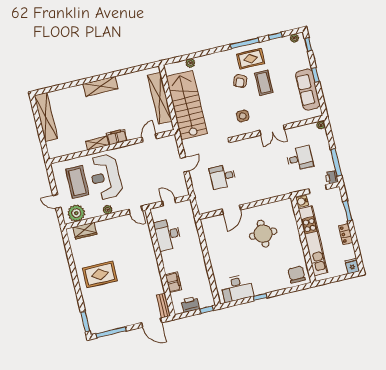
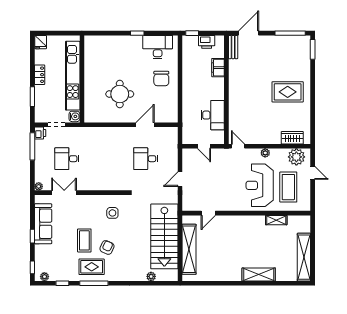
shelving: (101, 86) -> (259, 274), moved
double door: (272, 130) -> (64, 193), moved
filing cabinet: (117, 137) -> (240, 221), removed
shelving: (97, 143) -> (276, 220), moved
reception desk: (106, 177) -> (260, 185), turned 180
desk: (223, 177) -> (146, 159), turned 180
chair: (297, 274) -> (161, 79), moved
door: (152, 323) -> (249, 33), hinge flipped

